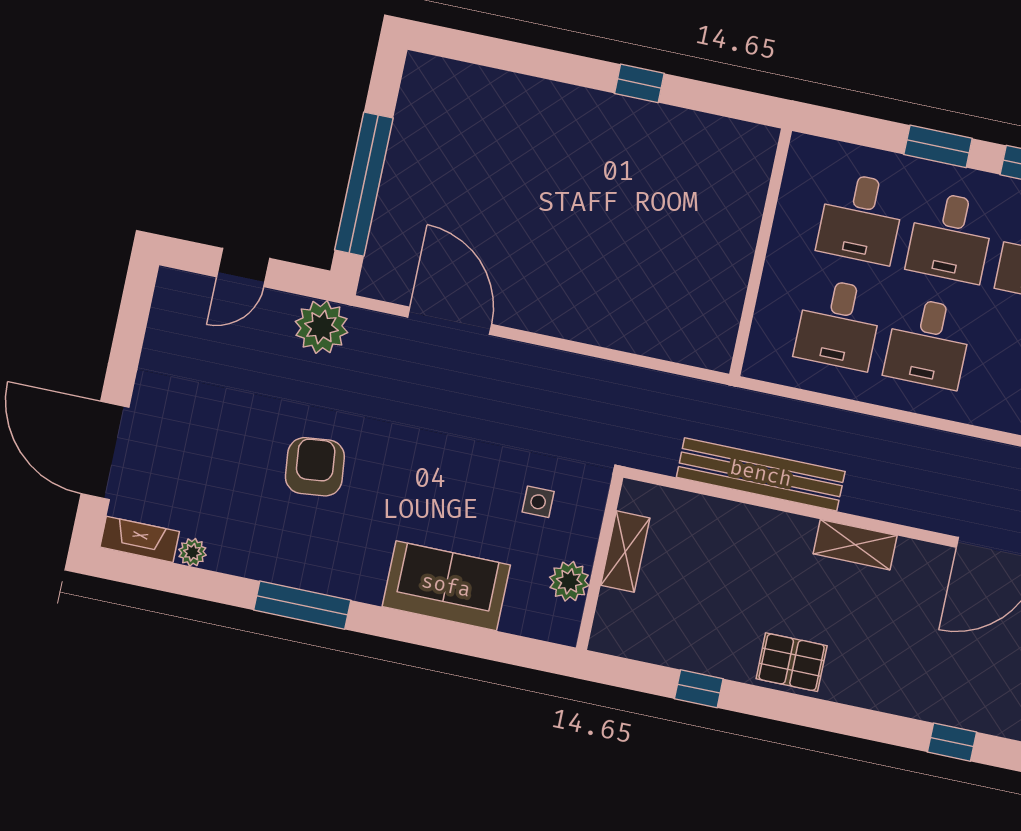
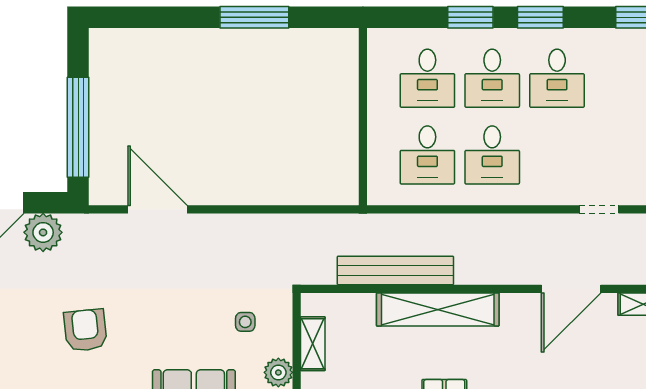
window: (639, 83) -> (254, 17), width x2.17
plant: (321, 327) -> (43, 232), moved
shelving: (855, 545) -> (438, 310), width x2.20, depth x1.33

